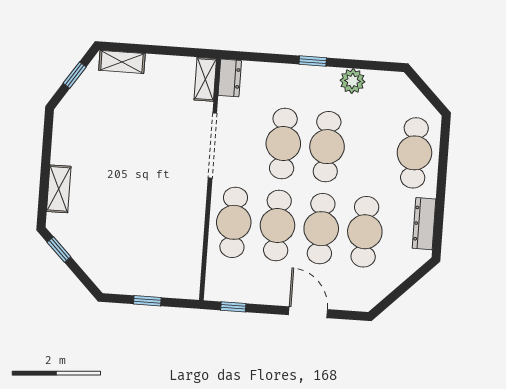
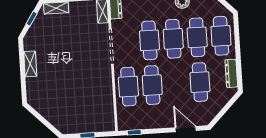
shelving: (59, 189) -> (30, 64), moved
cafe table: (321, 229) -> (197, 37), moved
window: (59, 249) -> (36, 114), removed
door: (308, 312) -> (186, 129), moved

